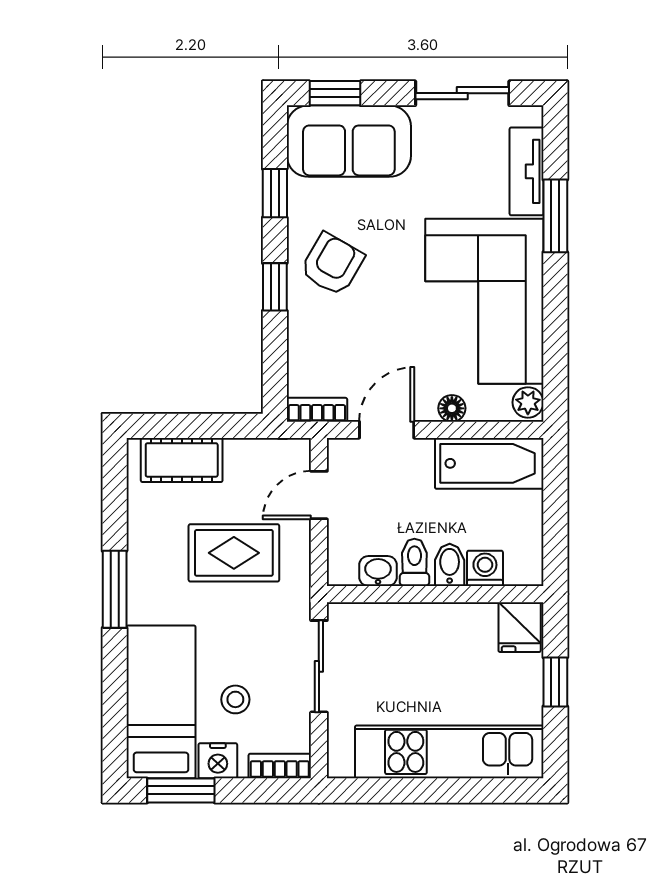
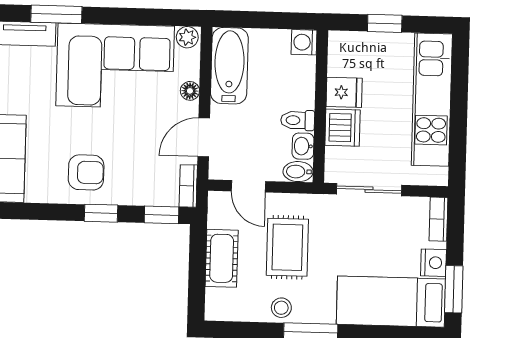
window: (275, 193) -> (161, 215), moved
armchair: (332, 264) -> (86, 172), turned 150
door: (387, 430) -> (204, 137), hinge flipped
cot: (182, 460) -> (222, 258), moved
bidet: (450, 565) -> (298, 172), moved
washing machine: (485, 568) -> (304, 42), moved
dishwasher: (406, 626) -> (343, 128), added
fridge: (520, 627) -> (344, 92), moved
stool: (235, 699) -> (281, 308), moved

